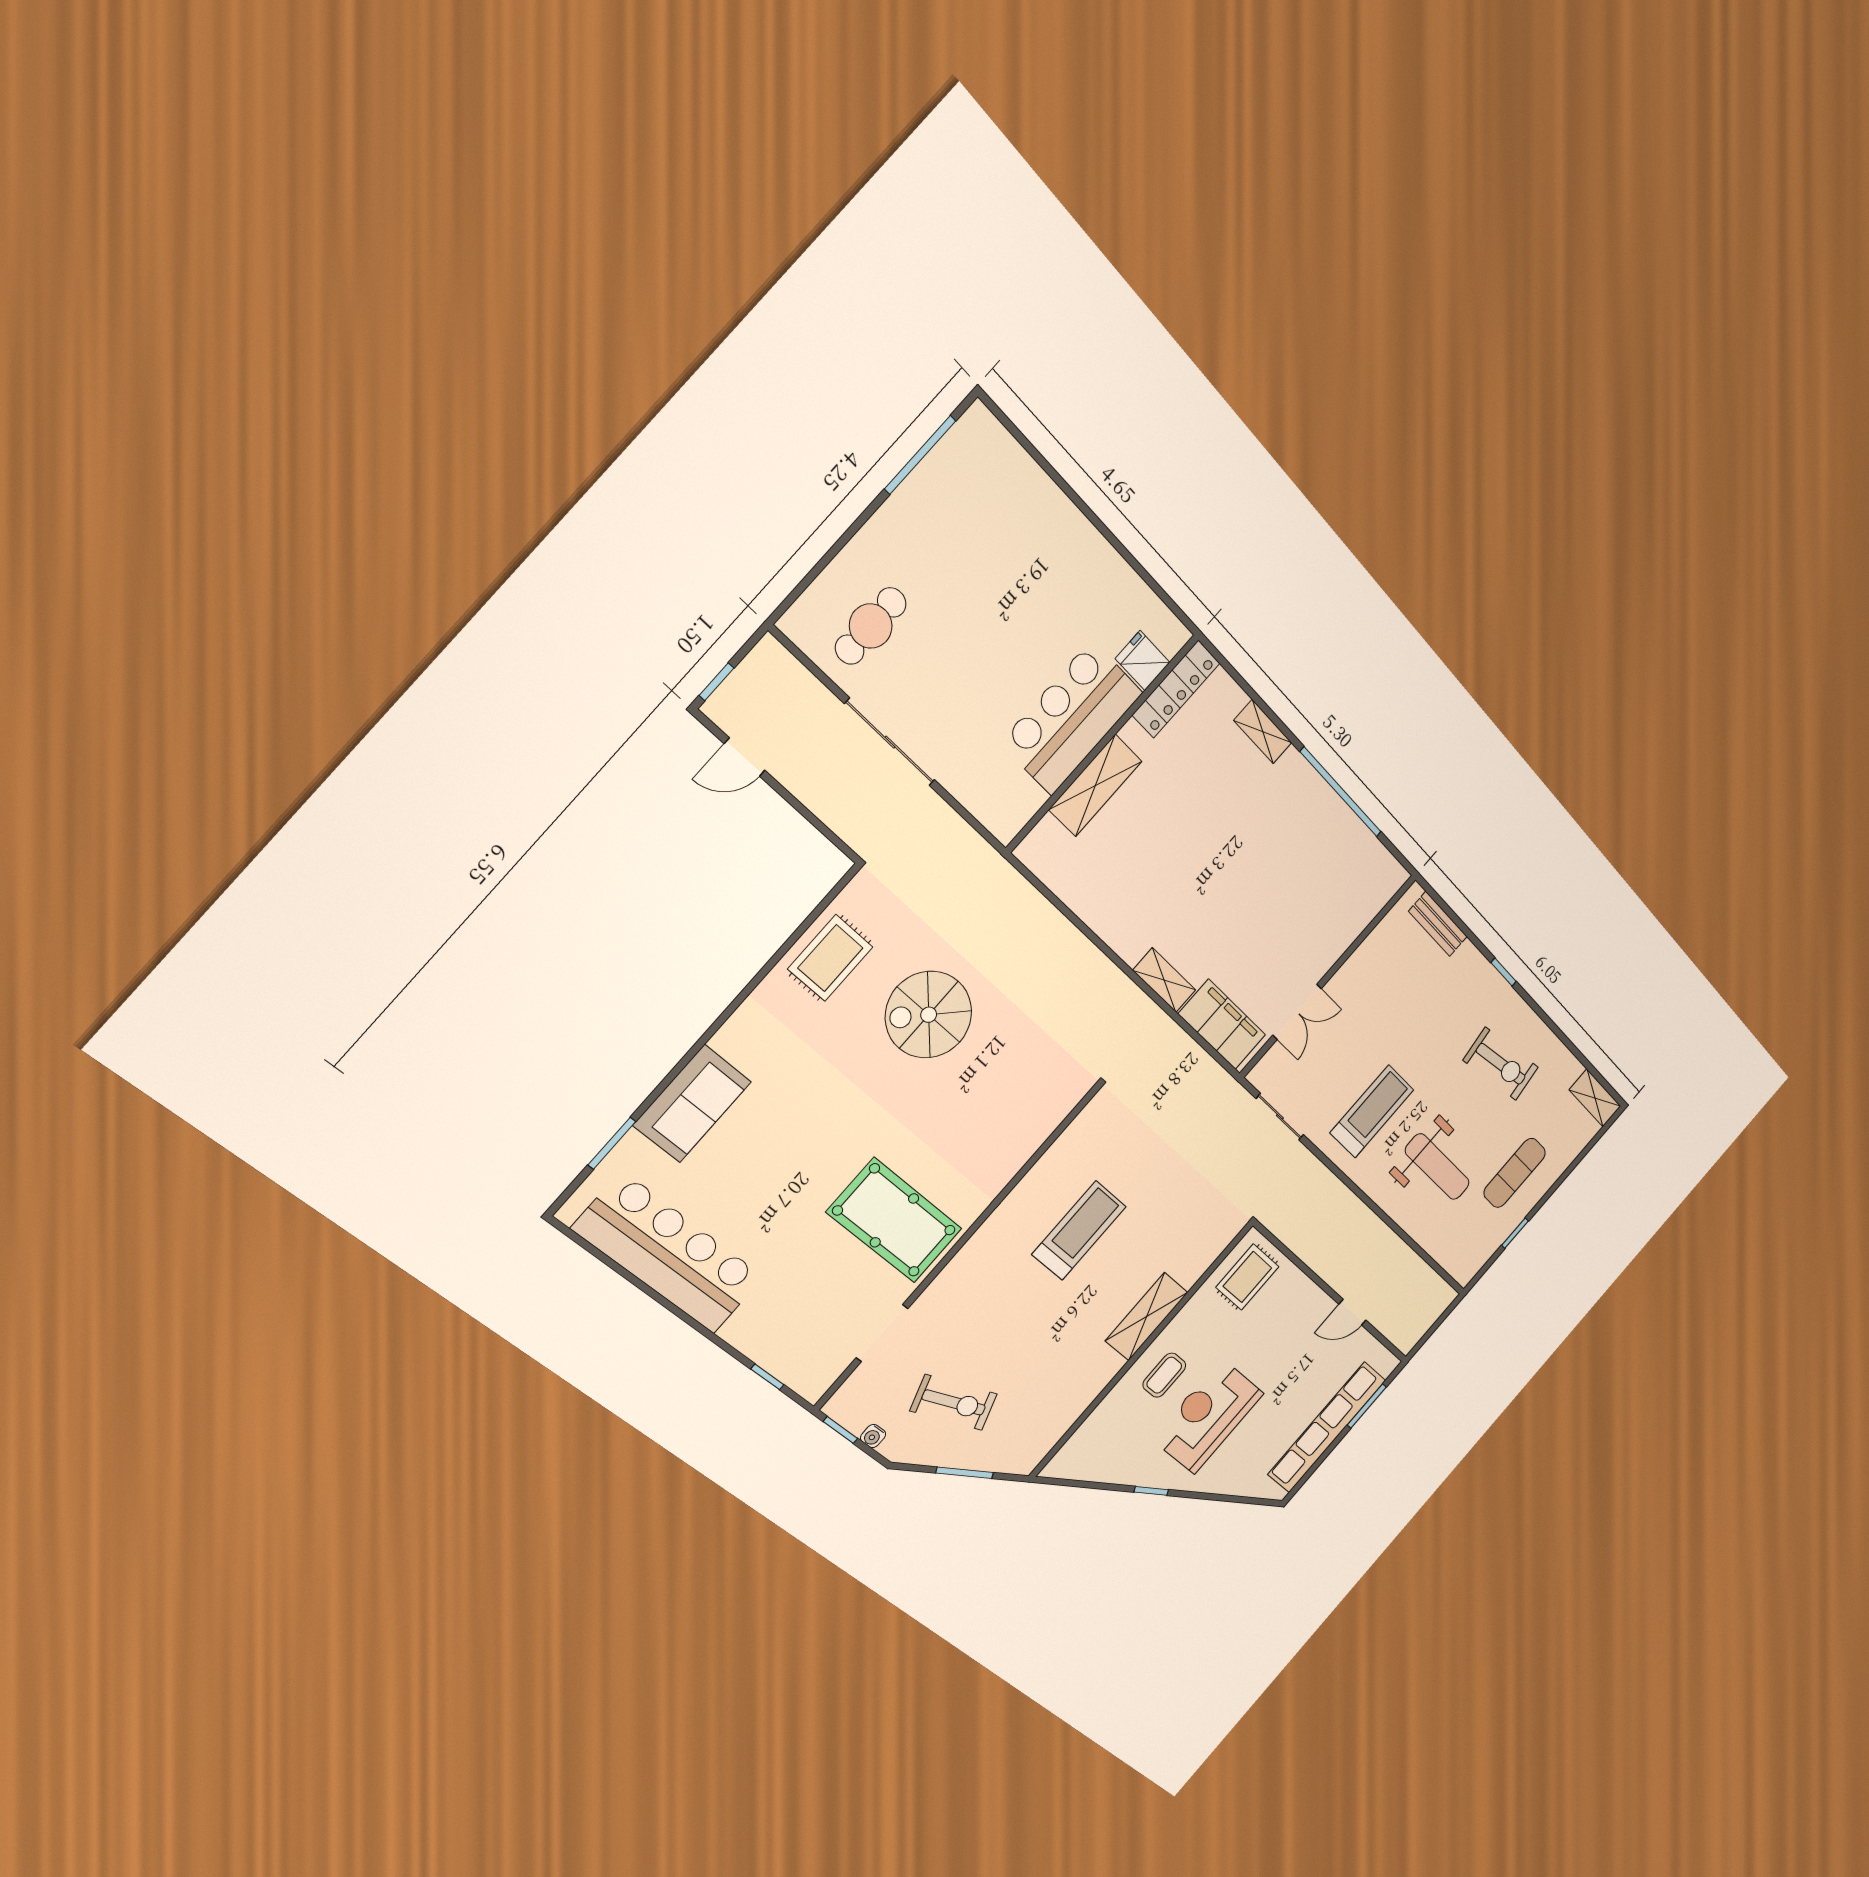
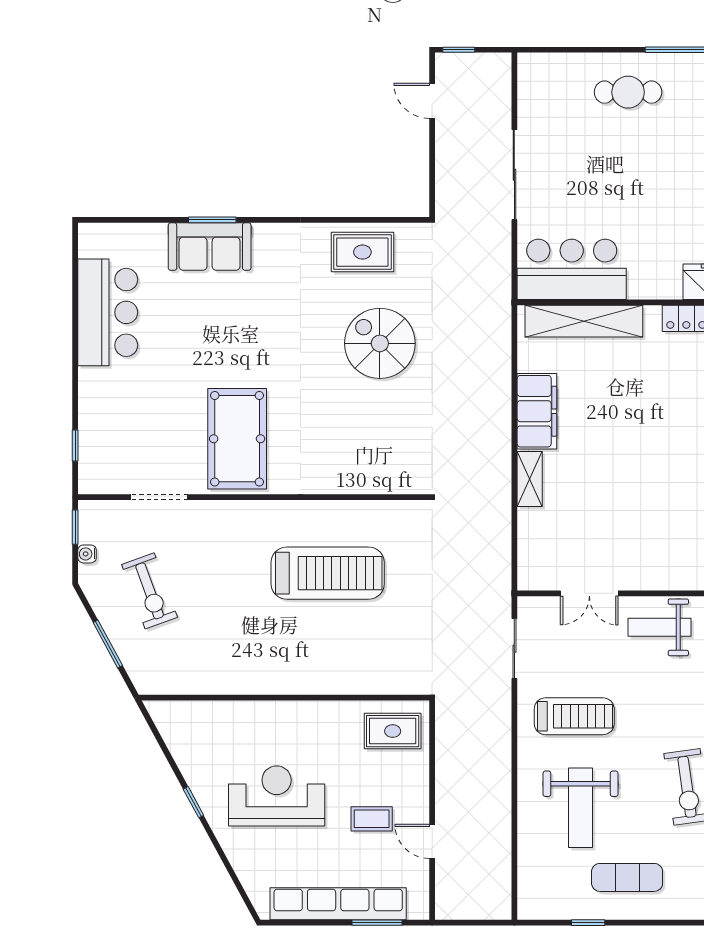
cafe table: (871, 626) -> (628, 92), moved
bar counter: (1072, 718) -> (572, 269), moved
shelving: (1095, 785) -> (584, 321), width x1.47
weight bench: (1375, 975) -> (660, 627), added
filing cabinet: (1222, 1024) -> (537, 411), moved
window: (612, 1143) -> (212, 220), moved
treadmill: (1079, 1230) -> (328, 573), width x1.37, depth x1.38
bar counter: (669, 1253) -> (108, 312), width x0.73
shelving: (1147, 1317) -> (309, 679), removed
coffee table: (1164, 1375) -> (372, 819), moved

